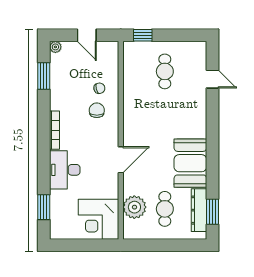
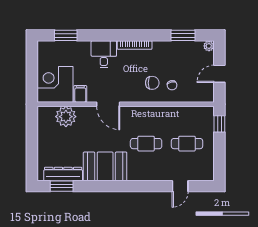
desk: (65, 170) -> (104, 54), width x0.73
filing cabinet: (109, 191) -> (80, 94), added
cafe table: (165, 209) -> (146, 144), moved

